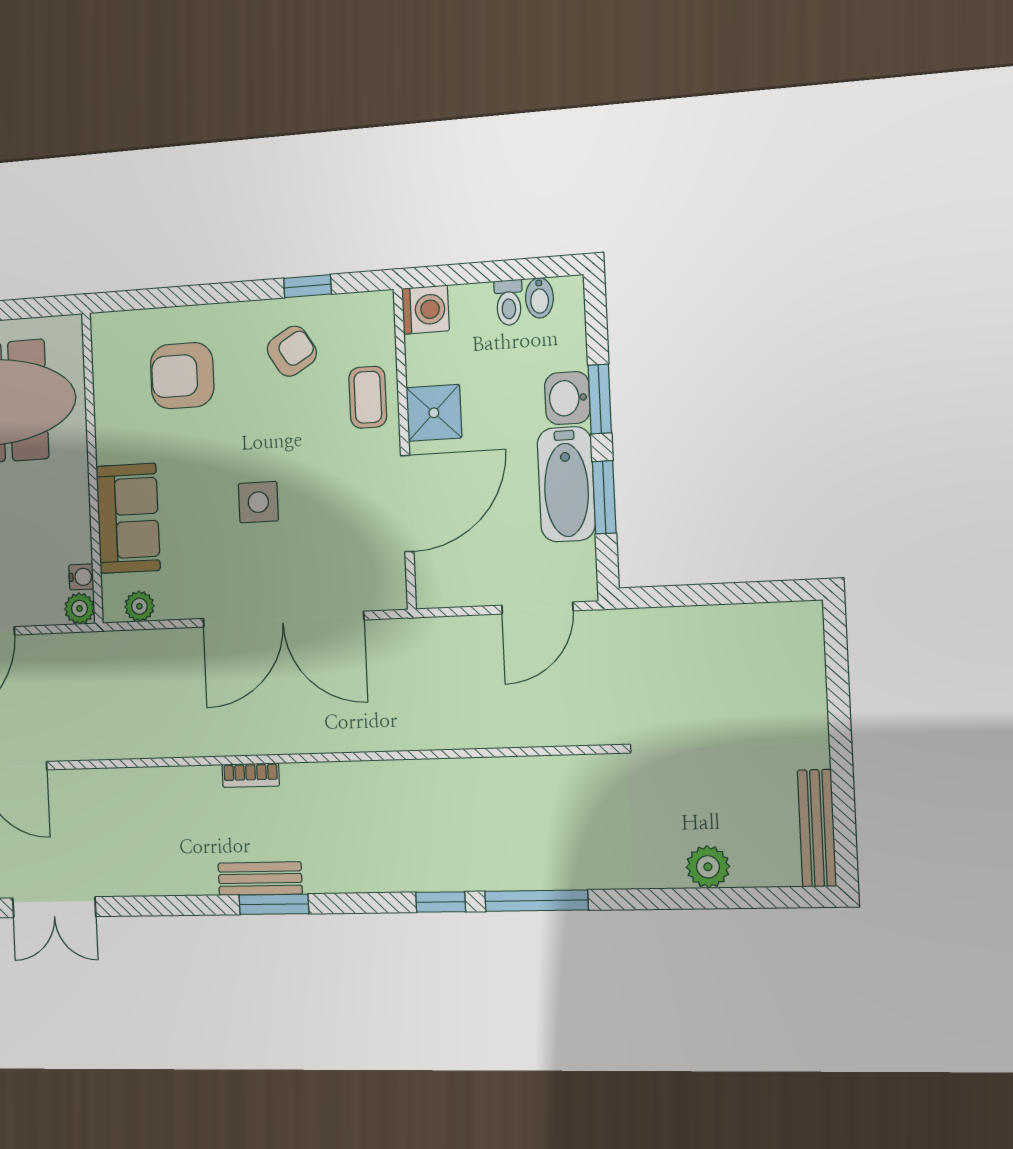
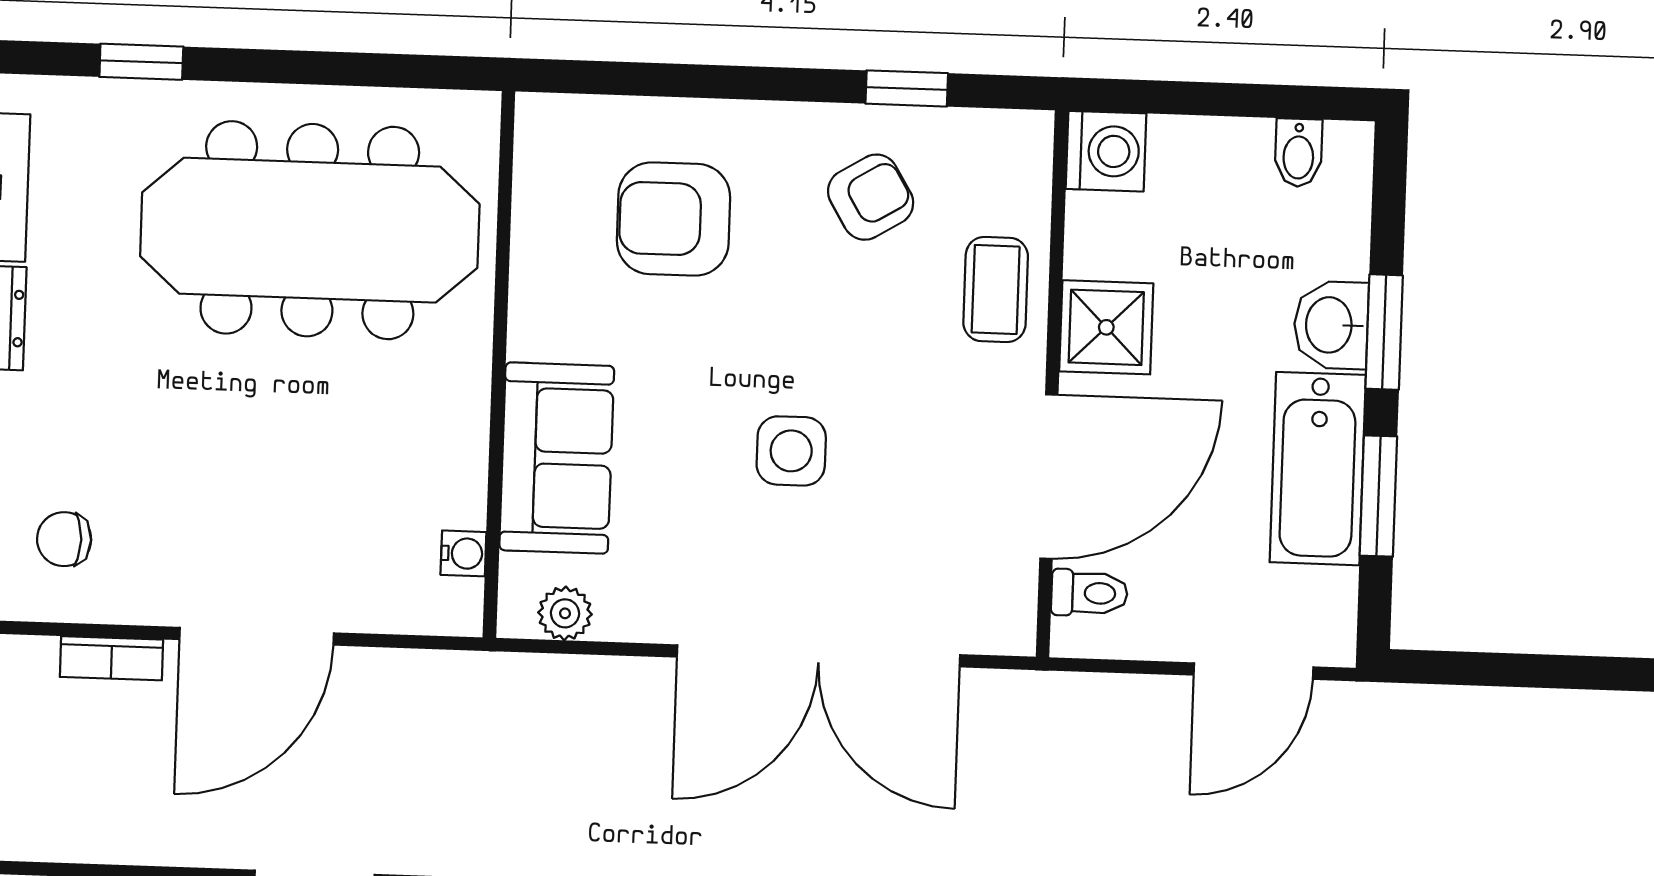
toilet: (509, 303) -> (1089, 593), moved, turned -90
plant: (79, 608) -> (456, 609), removed

